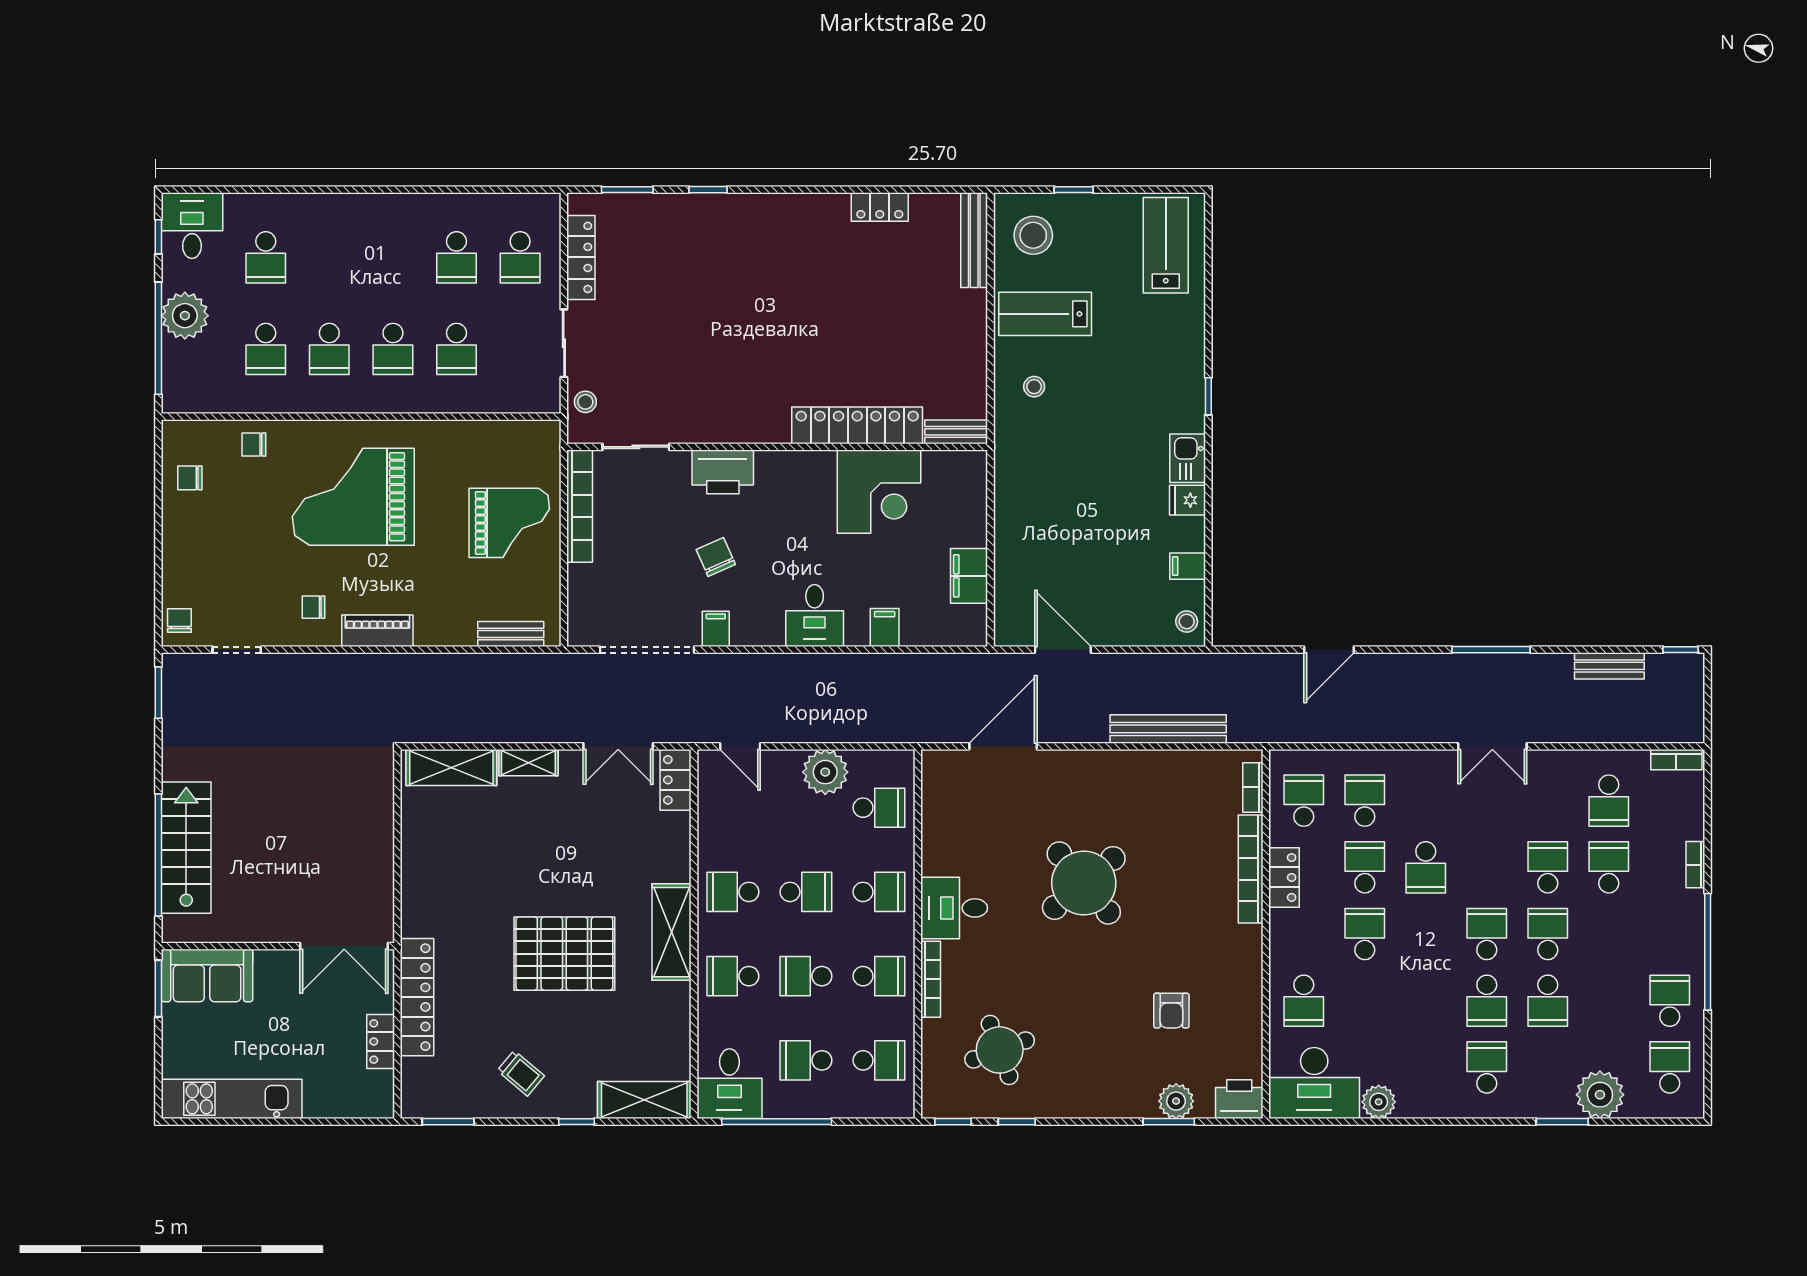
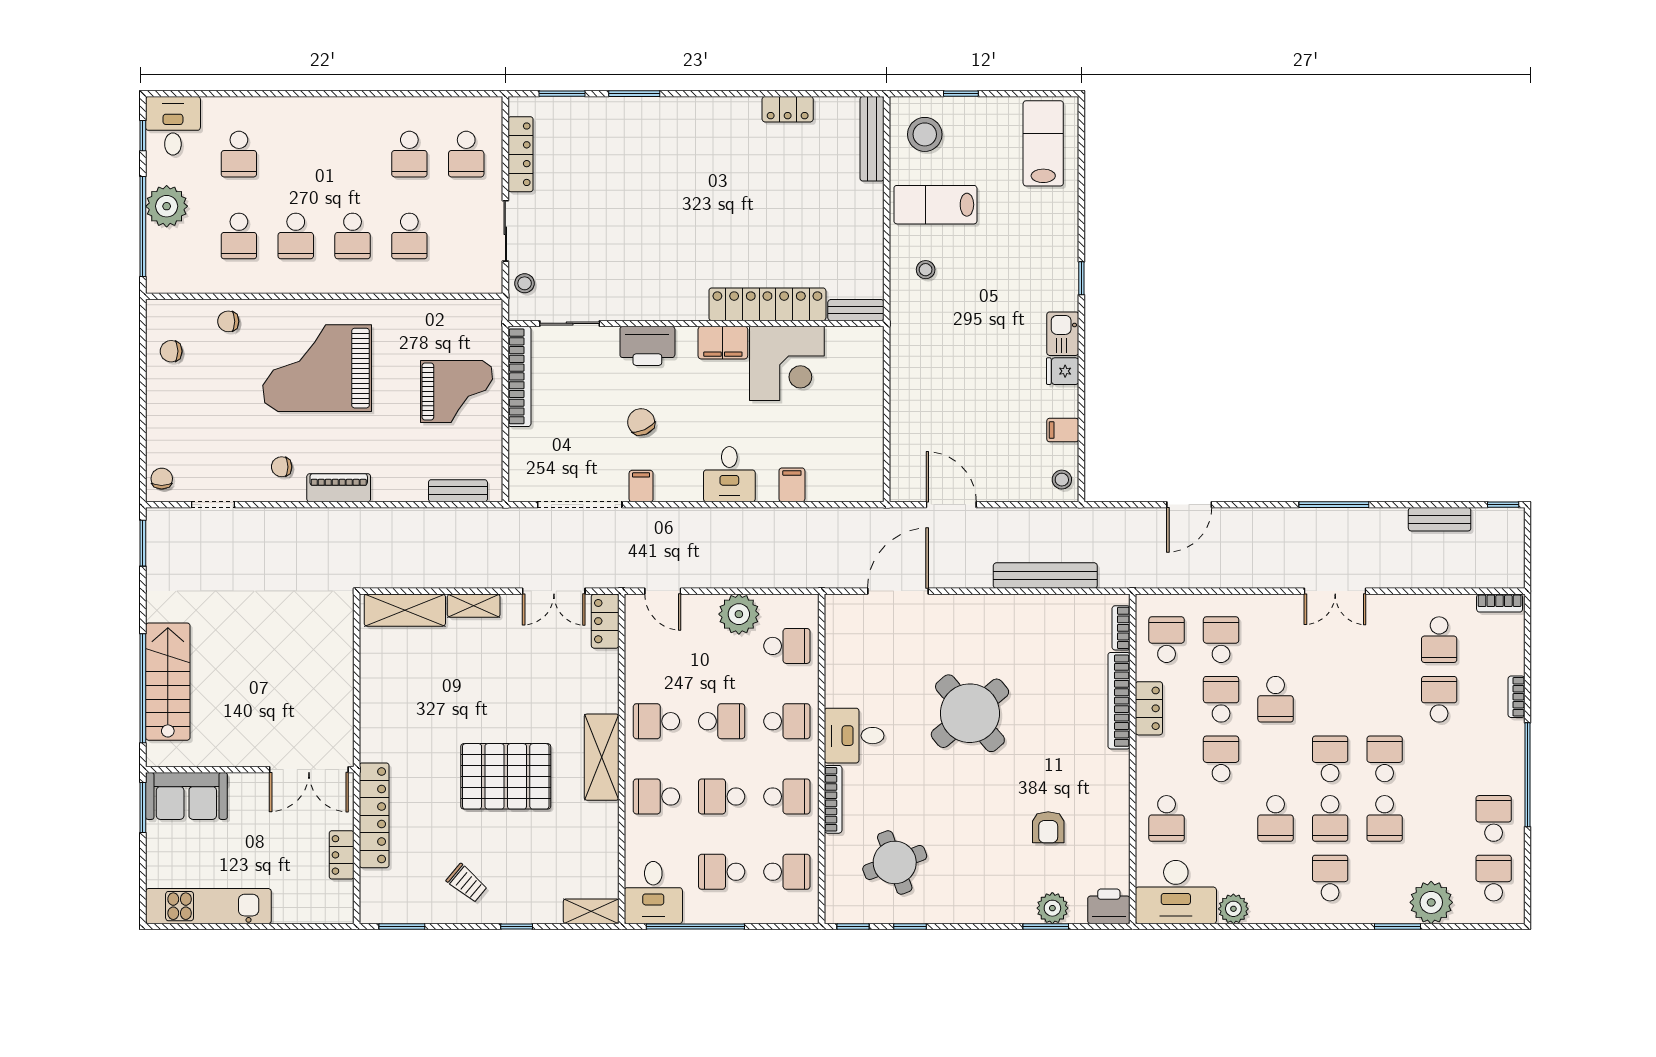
window: (708, 190) -> (634, 94), width x1.50
filing cabinet: (969, 576) -> (723, 343), moved, turned -90
school desk: (1548, 867) -> (1276, 818), moved, turned 180
shelving: (644, 1100) -> (591, 911), width x0.67, depth x0.75

